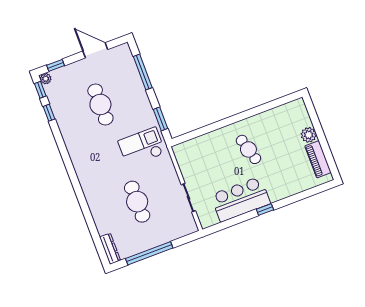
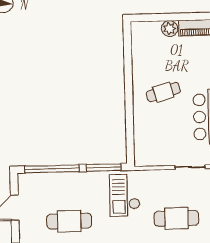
window: (143, 72) -> (52, 169), width x1.46
window: (160, 119) -> (104, 167), width x1.44

